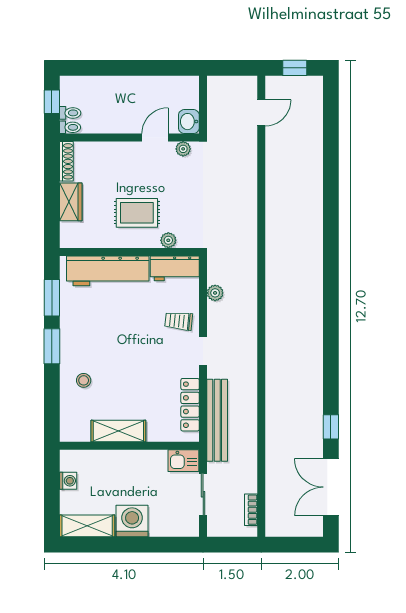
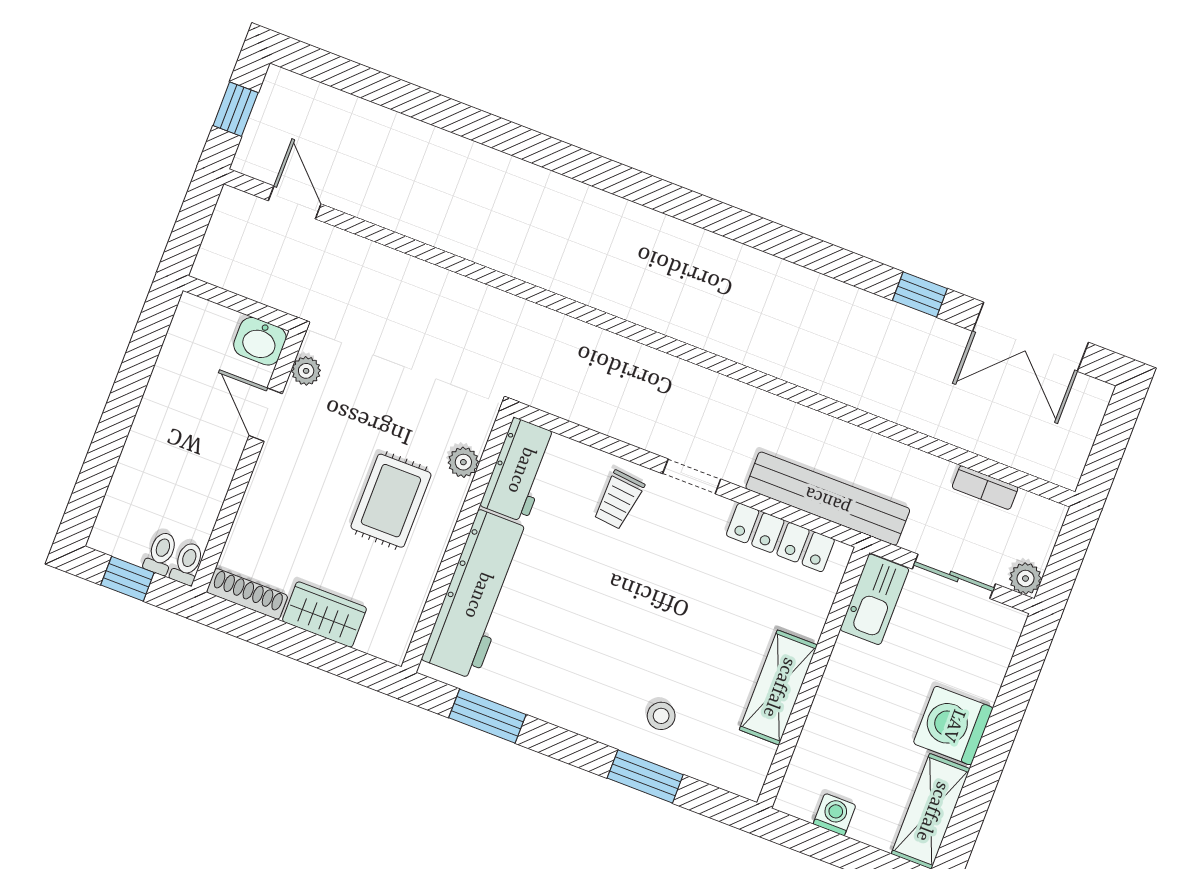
plant: (215, 293) -> (1025, 578), moved
window: (52, 346) -> (645, 776), moved
kitchen sink: (183, 461) -> (875, 599), width x1.38
bookcase: (251, 510) -> (985, 488), moved

